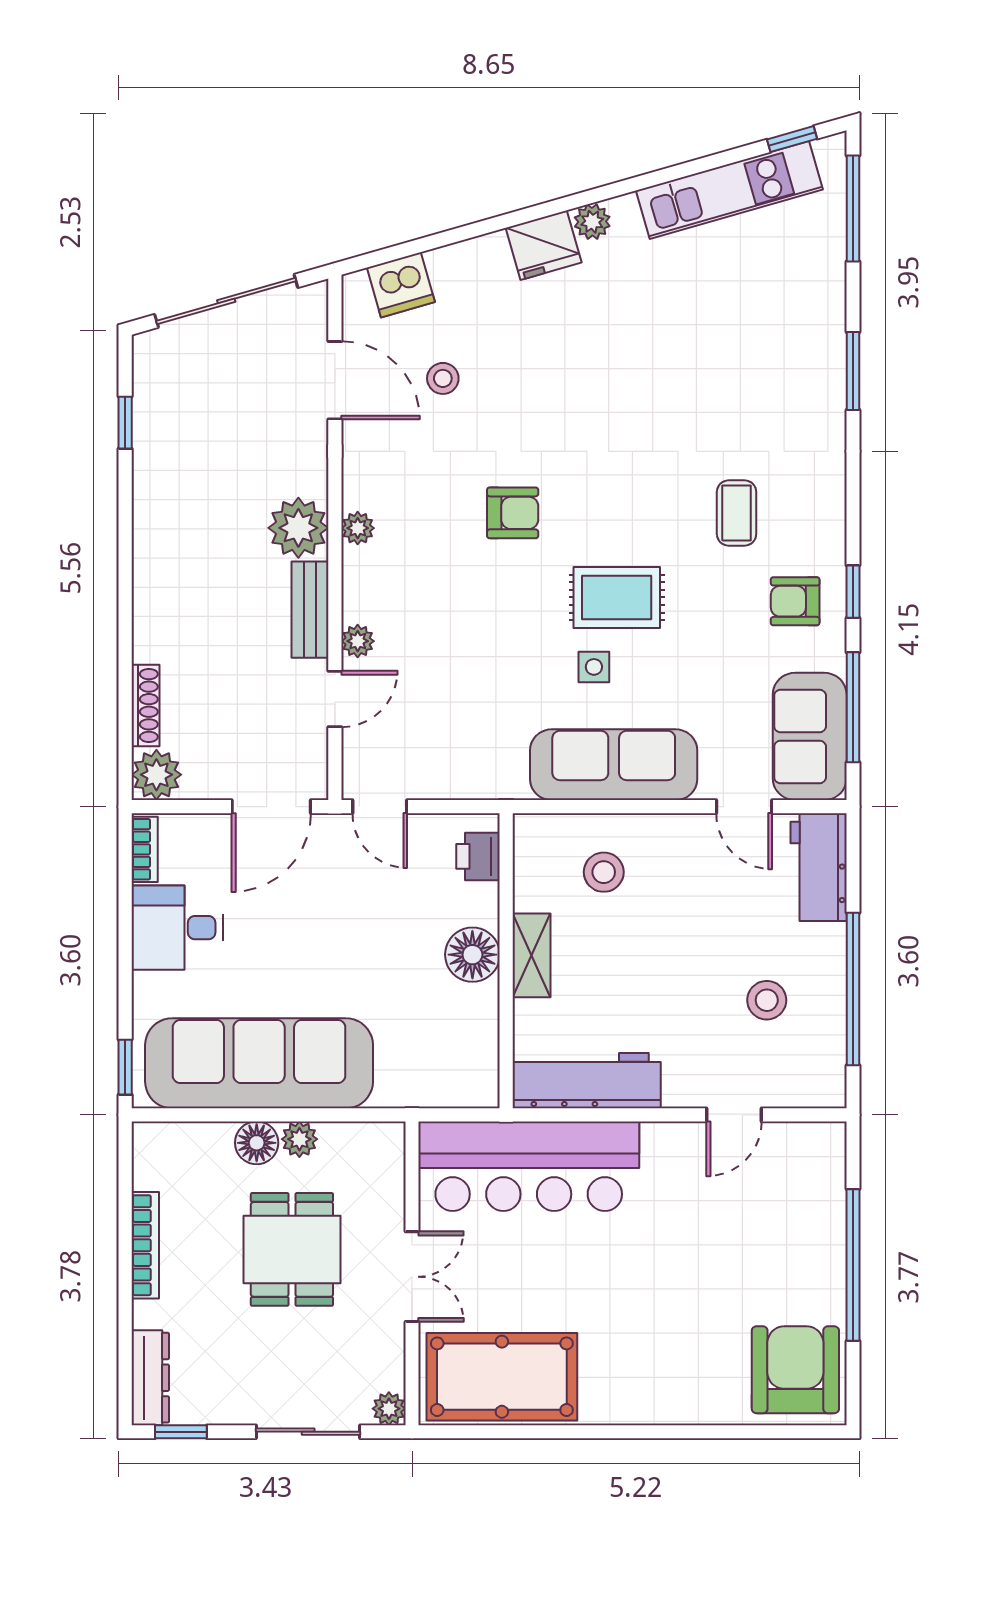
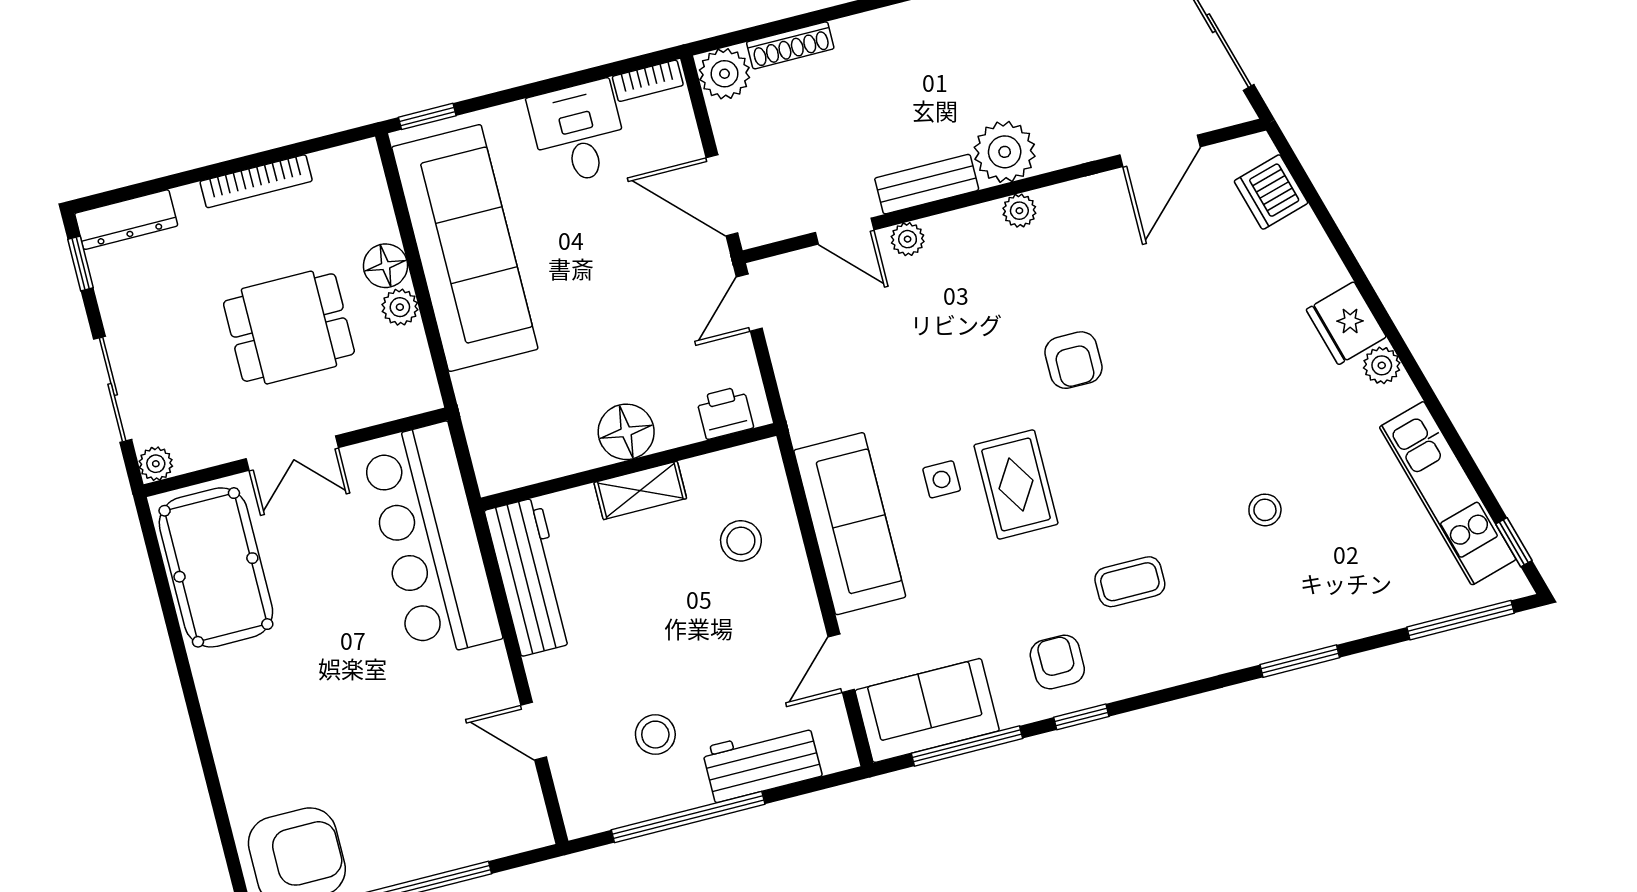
stool: (443, 378) -> (1265, 510), moved
workbench: (819, 867) -> (762, 762), moved

